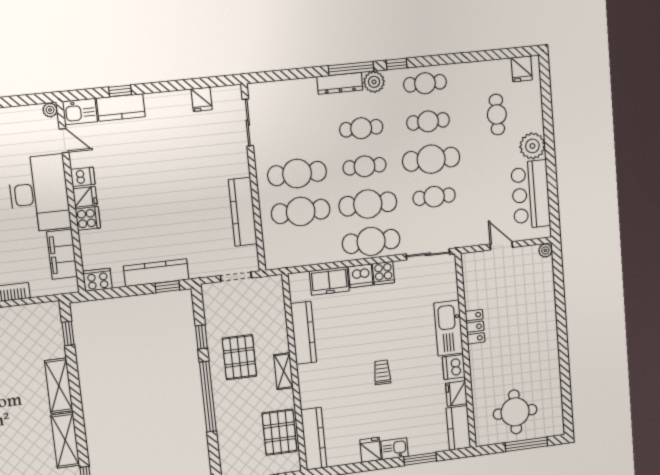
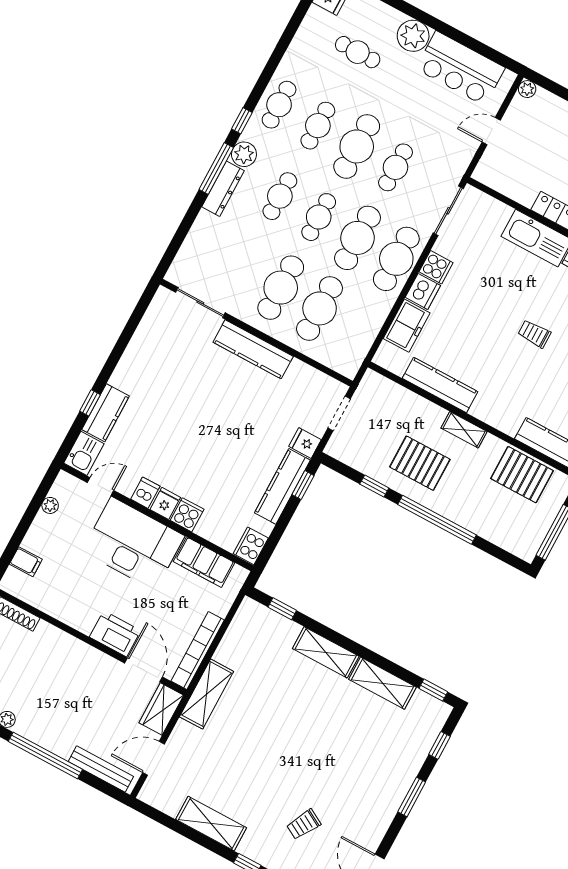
fridge: (202, 99) -> (305, 443), moved, turned 180
plant: (50, 110) -> (50, 505), moved
kitchen counter: (243, 212) -> (253, 349), moved

